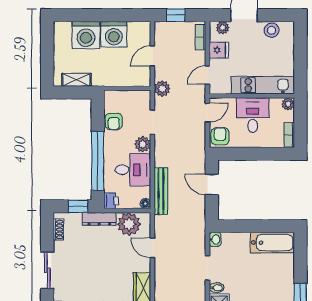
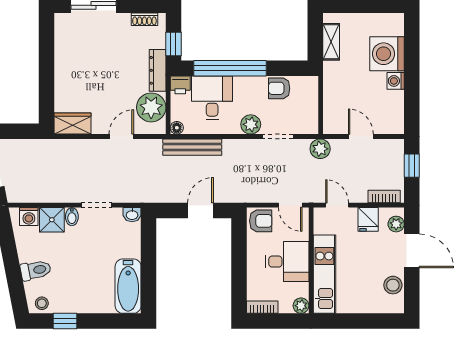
washing machine: (114, 34) -> (396, 81), width x0.53, depth x0.53
desk: (133, 170) -> (212, 98), moved, turned 180

